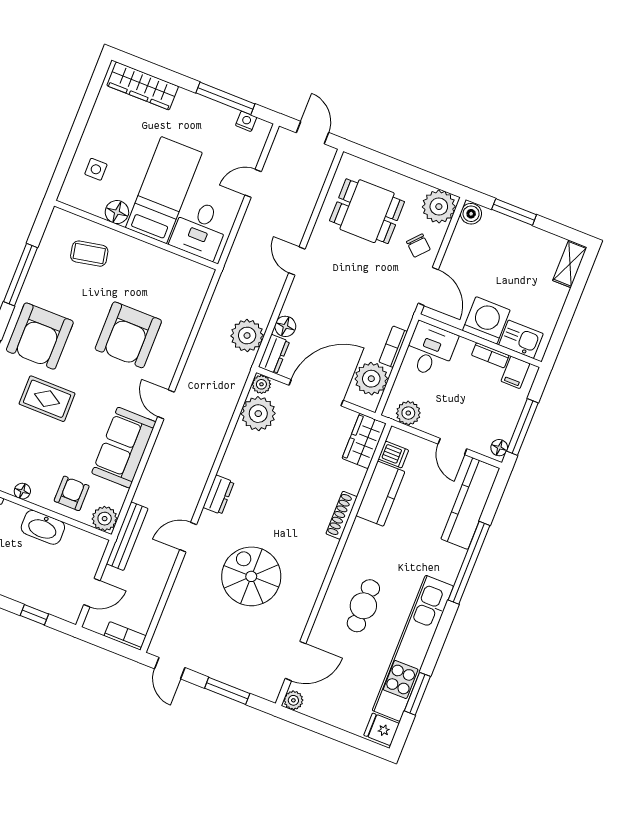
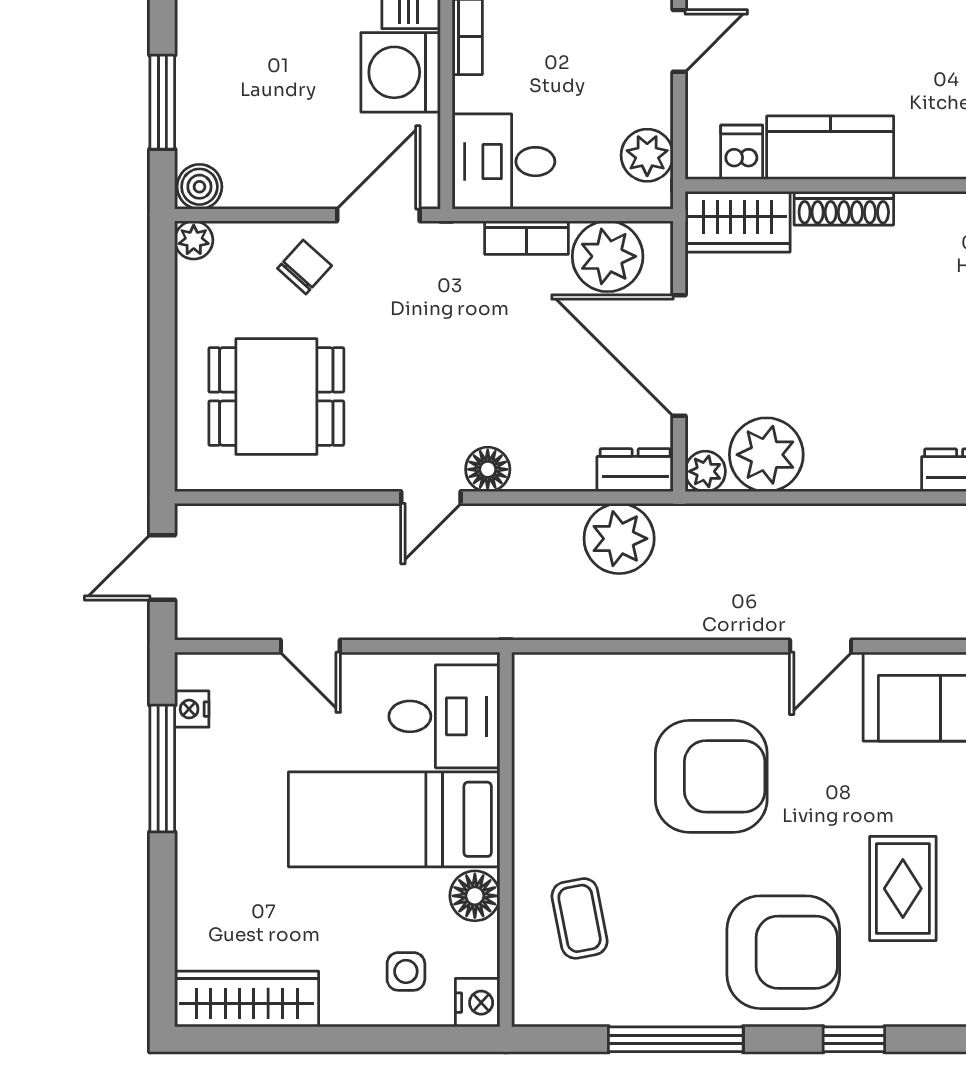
wardrobe: (143, 86) -> (247, 999), moved, turned -90
nightstand: (70, 195) -> (478, 1003), added
plant: (439, 207) -> (194, 240), width x0.53, depth x0.53
dining table: (367, 211) -> (276, 397), turned 90
floor lamp: (285, 326) -> (488, 469), moved
shoe rack: (342, 515) -> (844, 208), moved

